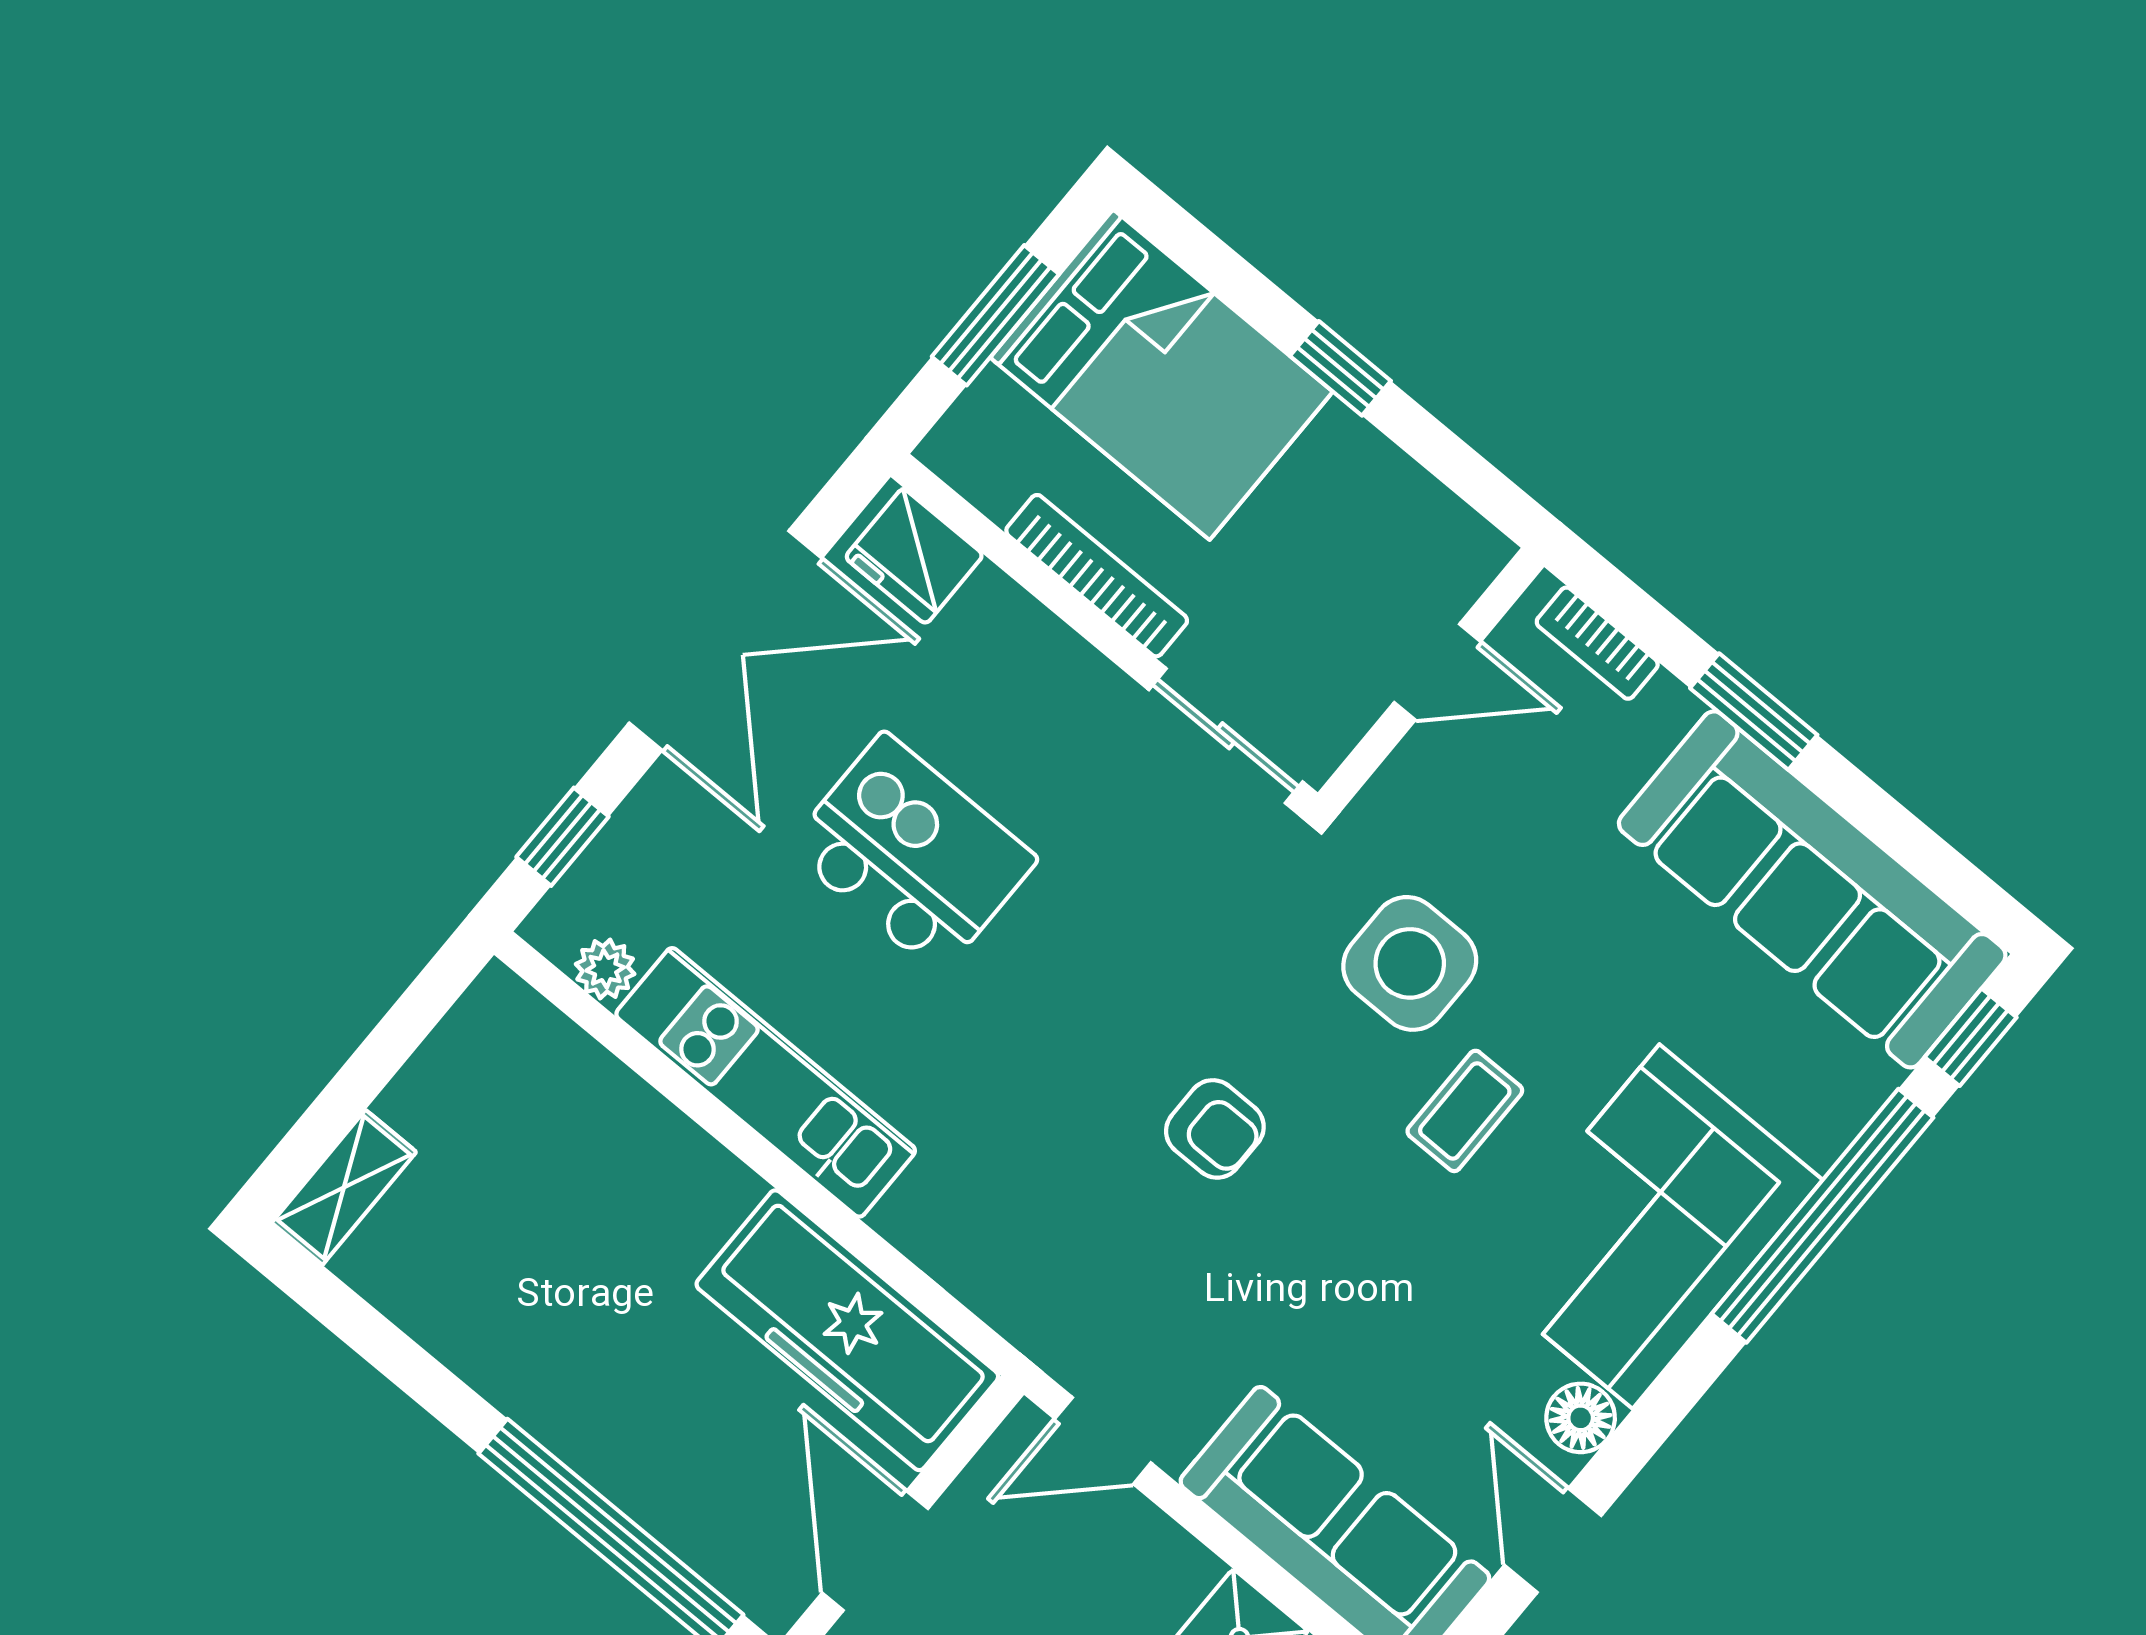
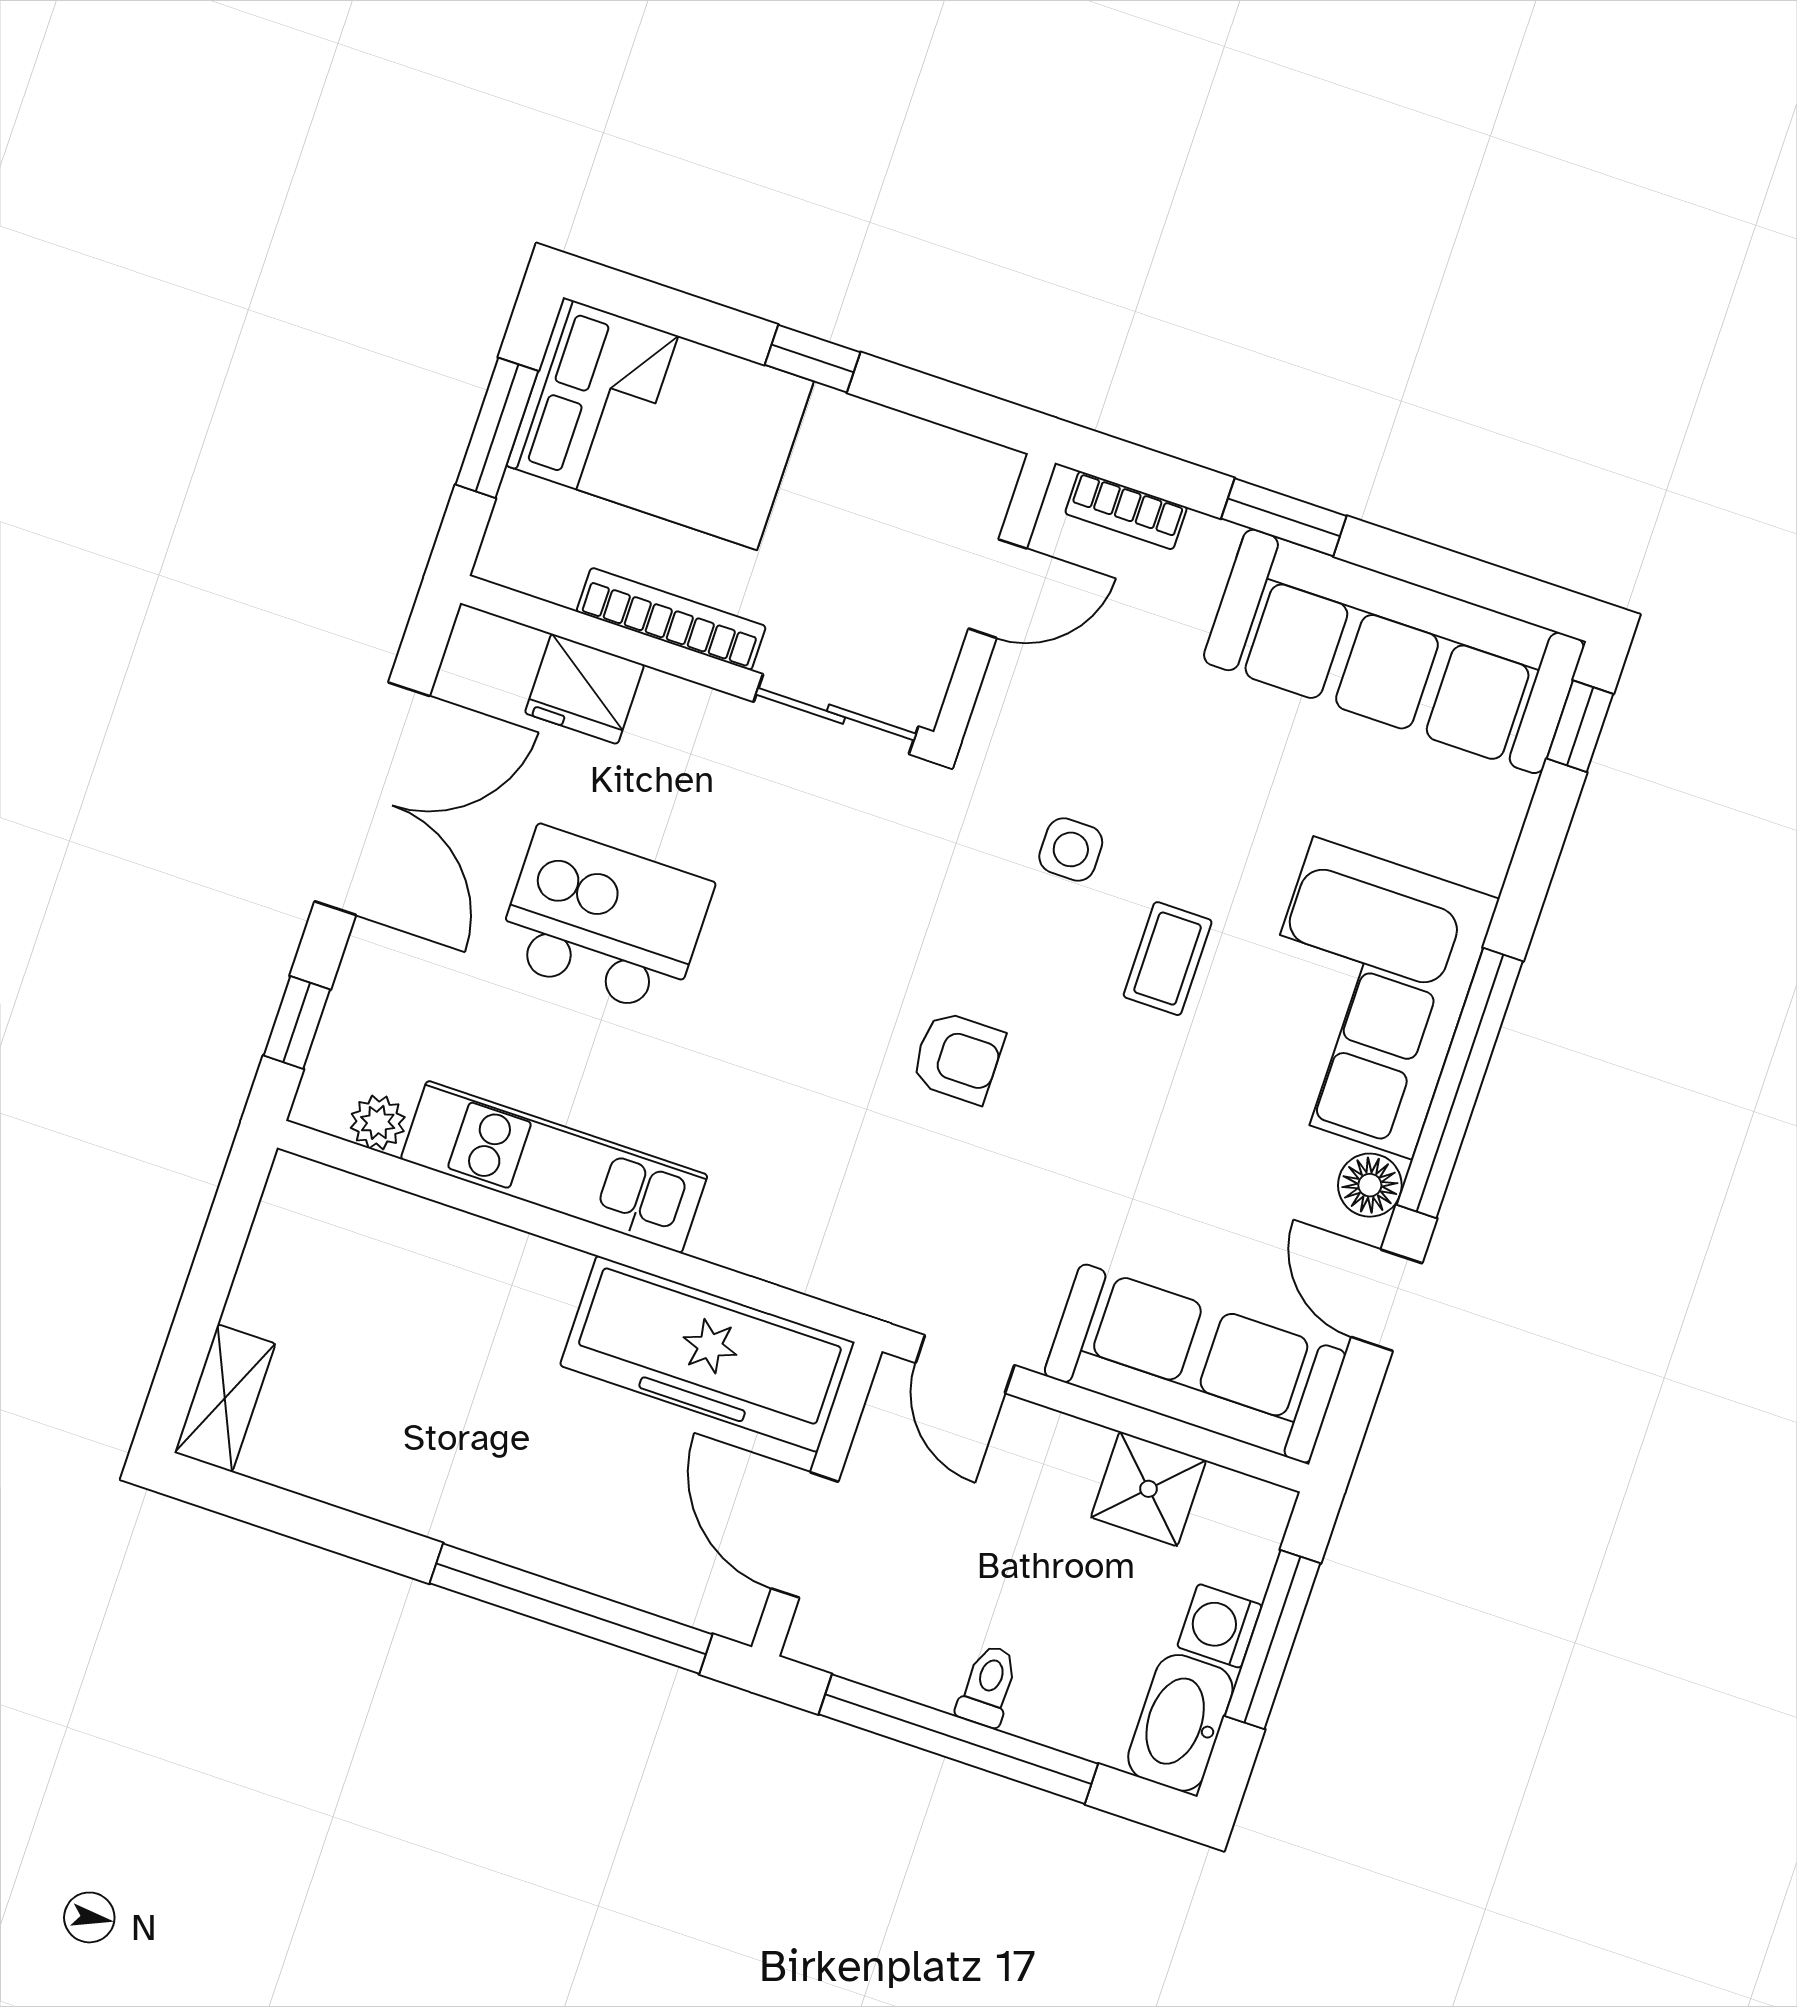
fridge: (914, 556) -> (585, 689), moved
side table: (1410, 963) -> (1071, 849), width x0.54, depth x0.54
window: (1822, 1216) -> (1460, 1083), moved
door: (1103, 1441) -> (965, 1364), hinge flipped

